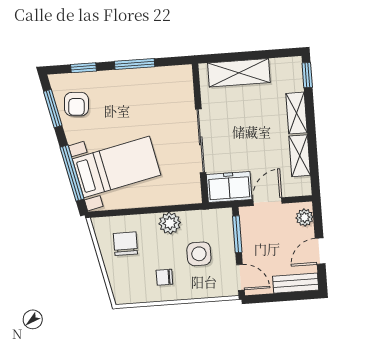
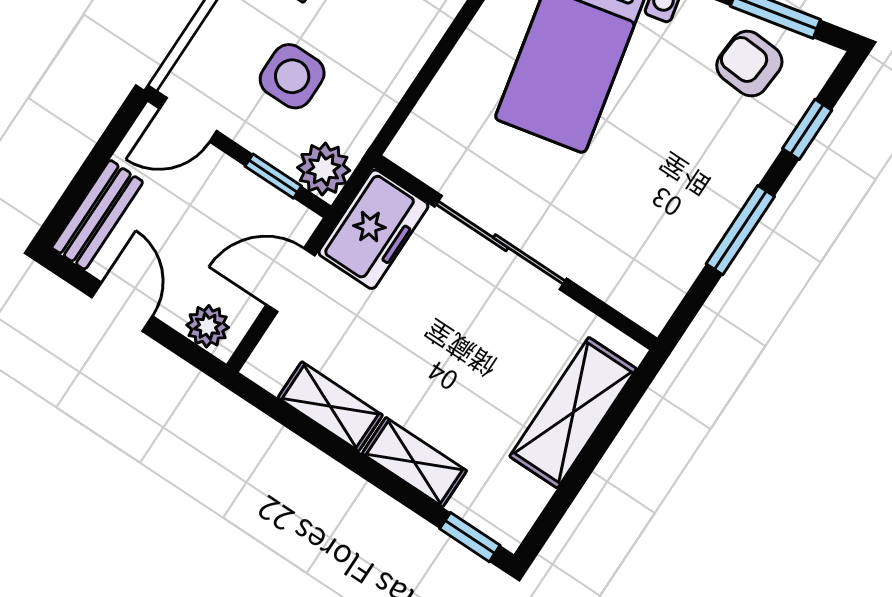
door: (268, 202) -> (291, 280), swing flipped
plant: (170, 223) -> (324, 169), moved
window: (237, 234) -> (273, 176), width x0.67

